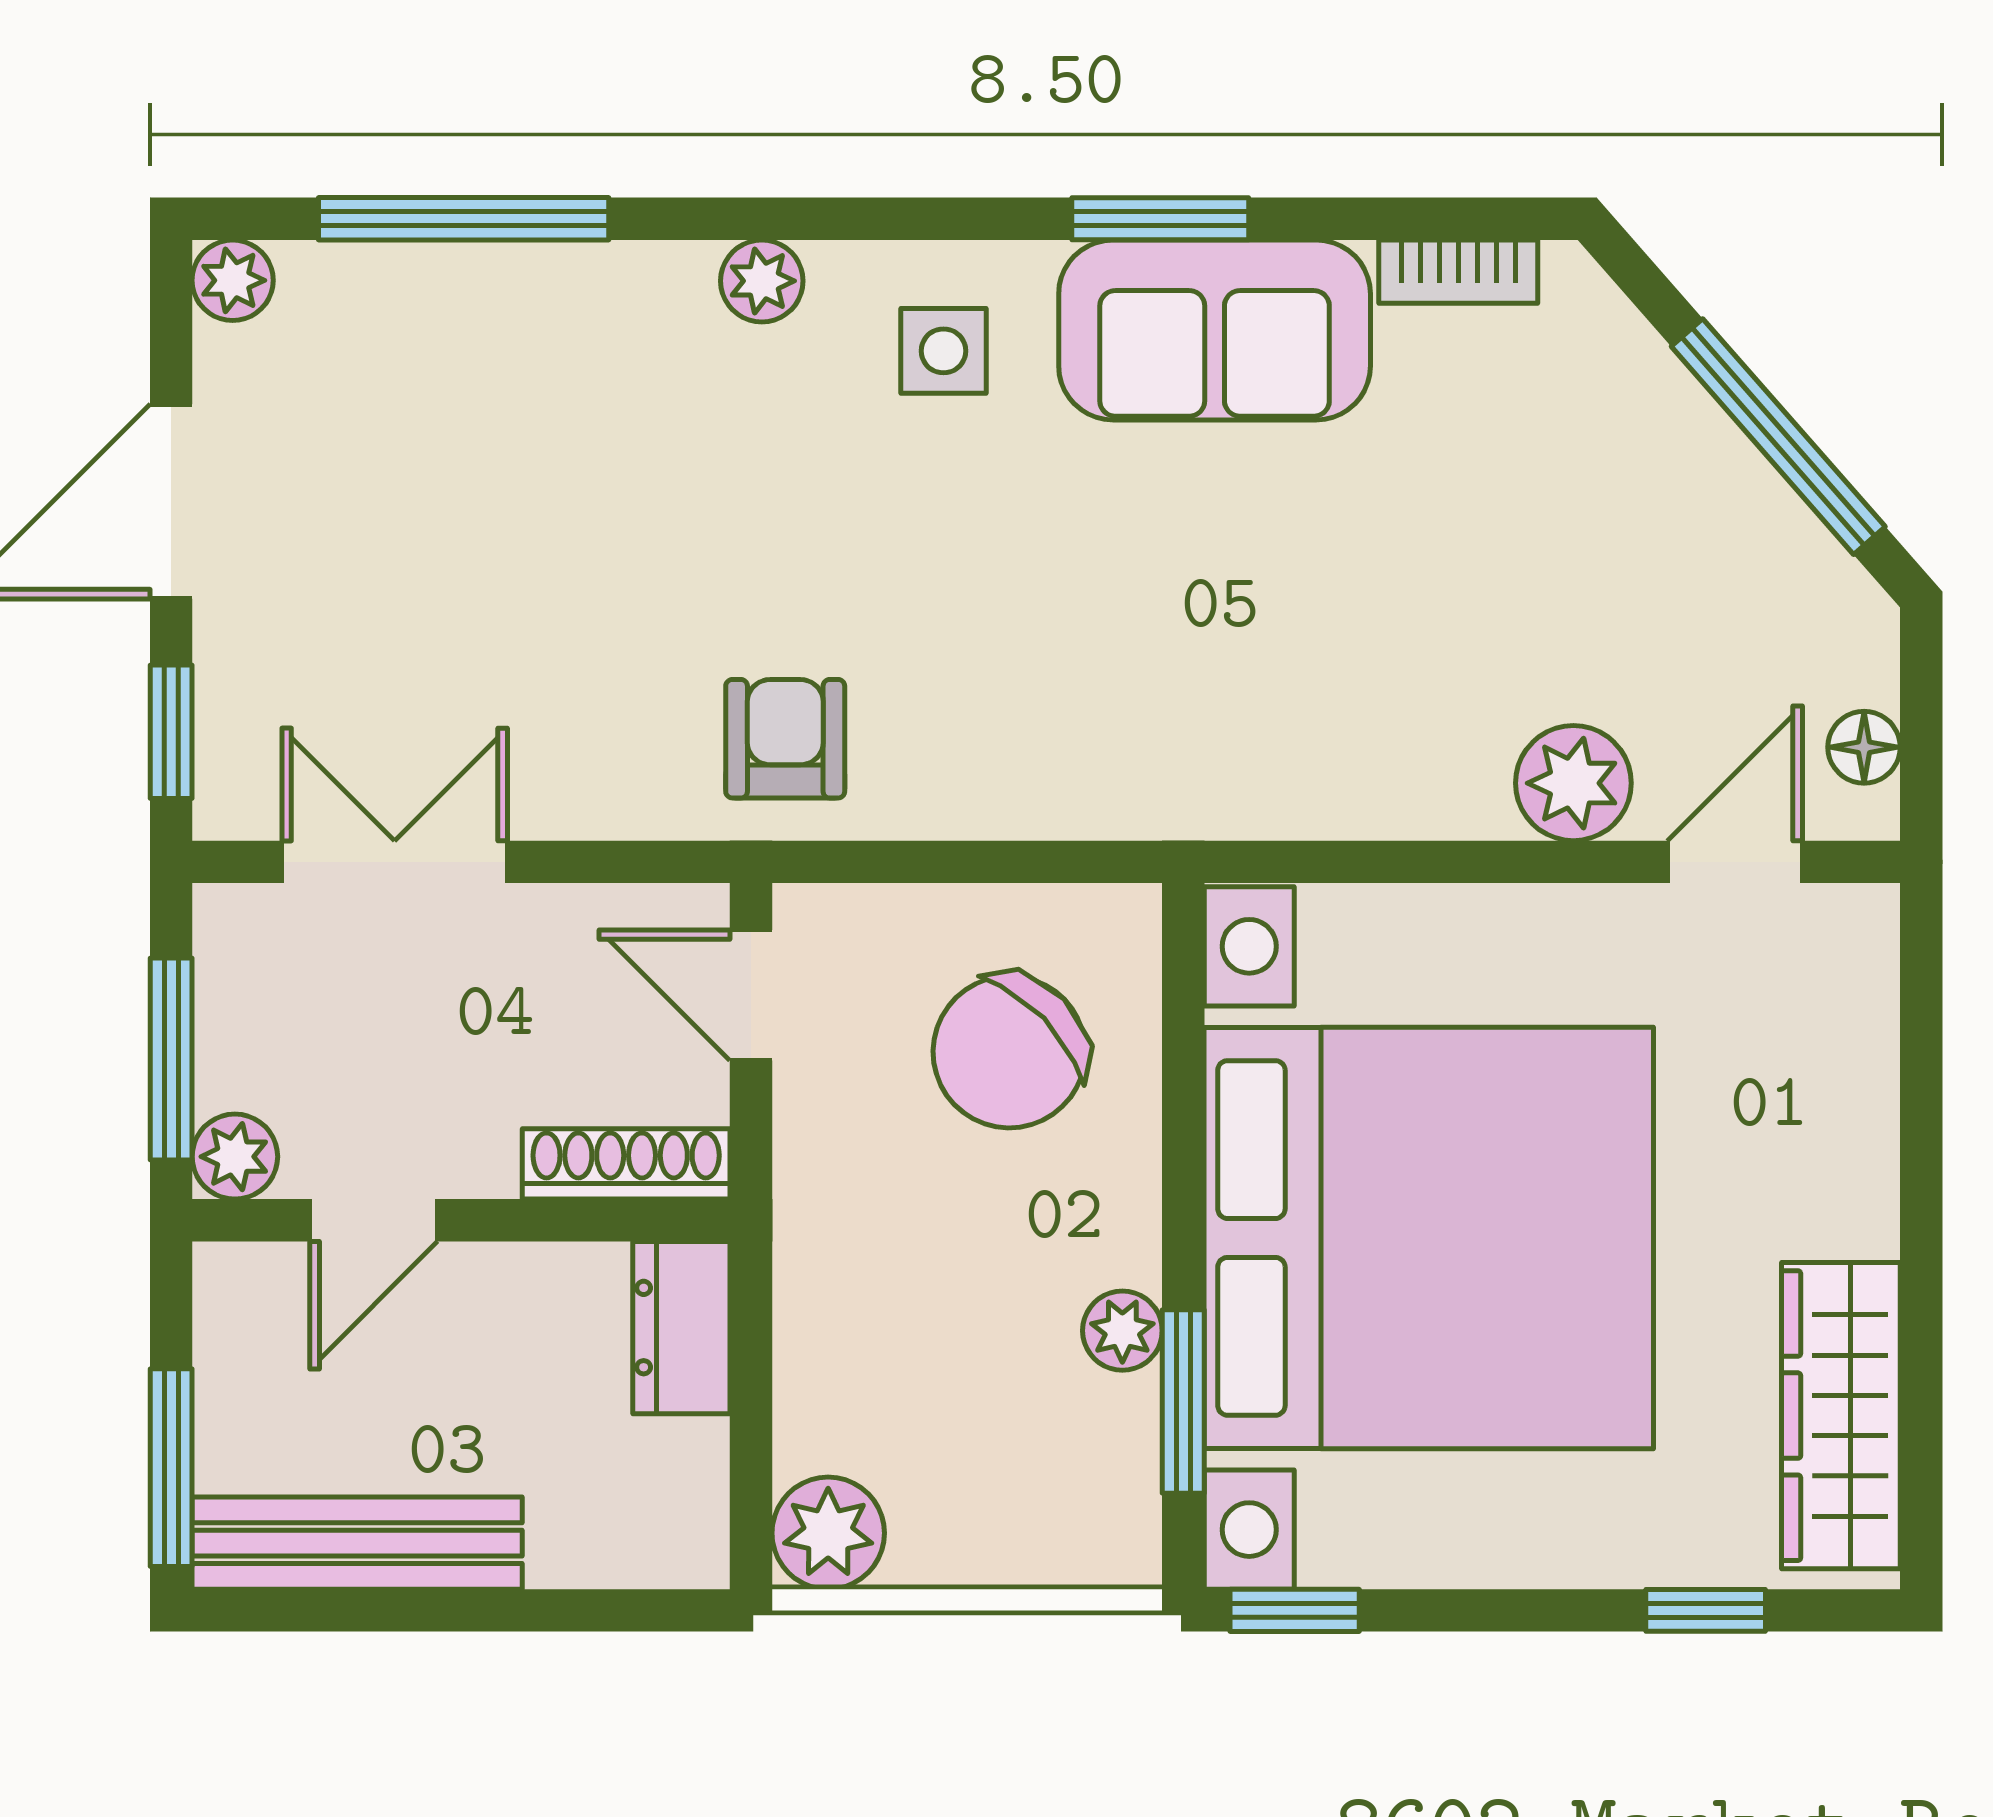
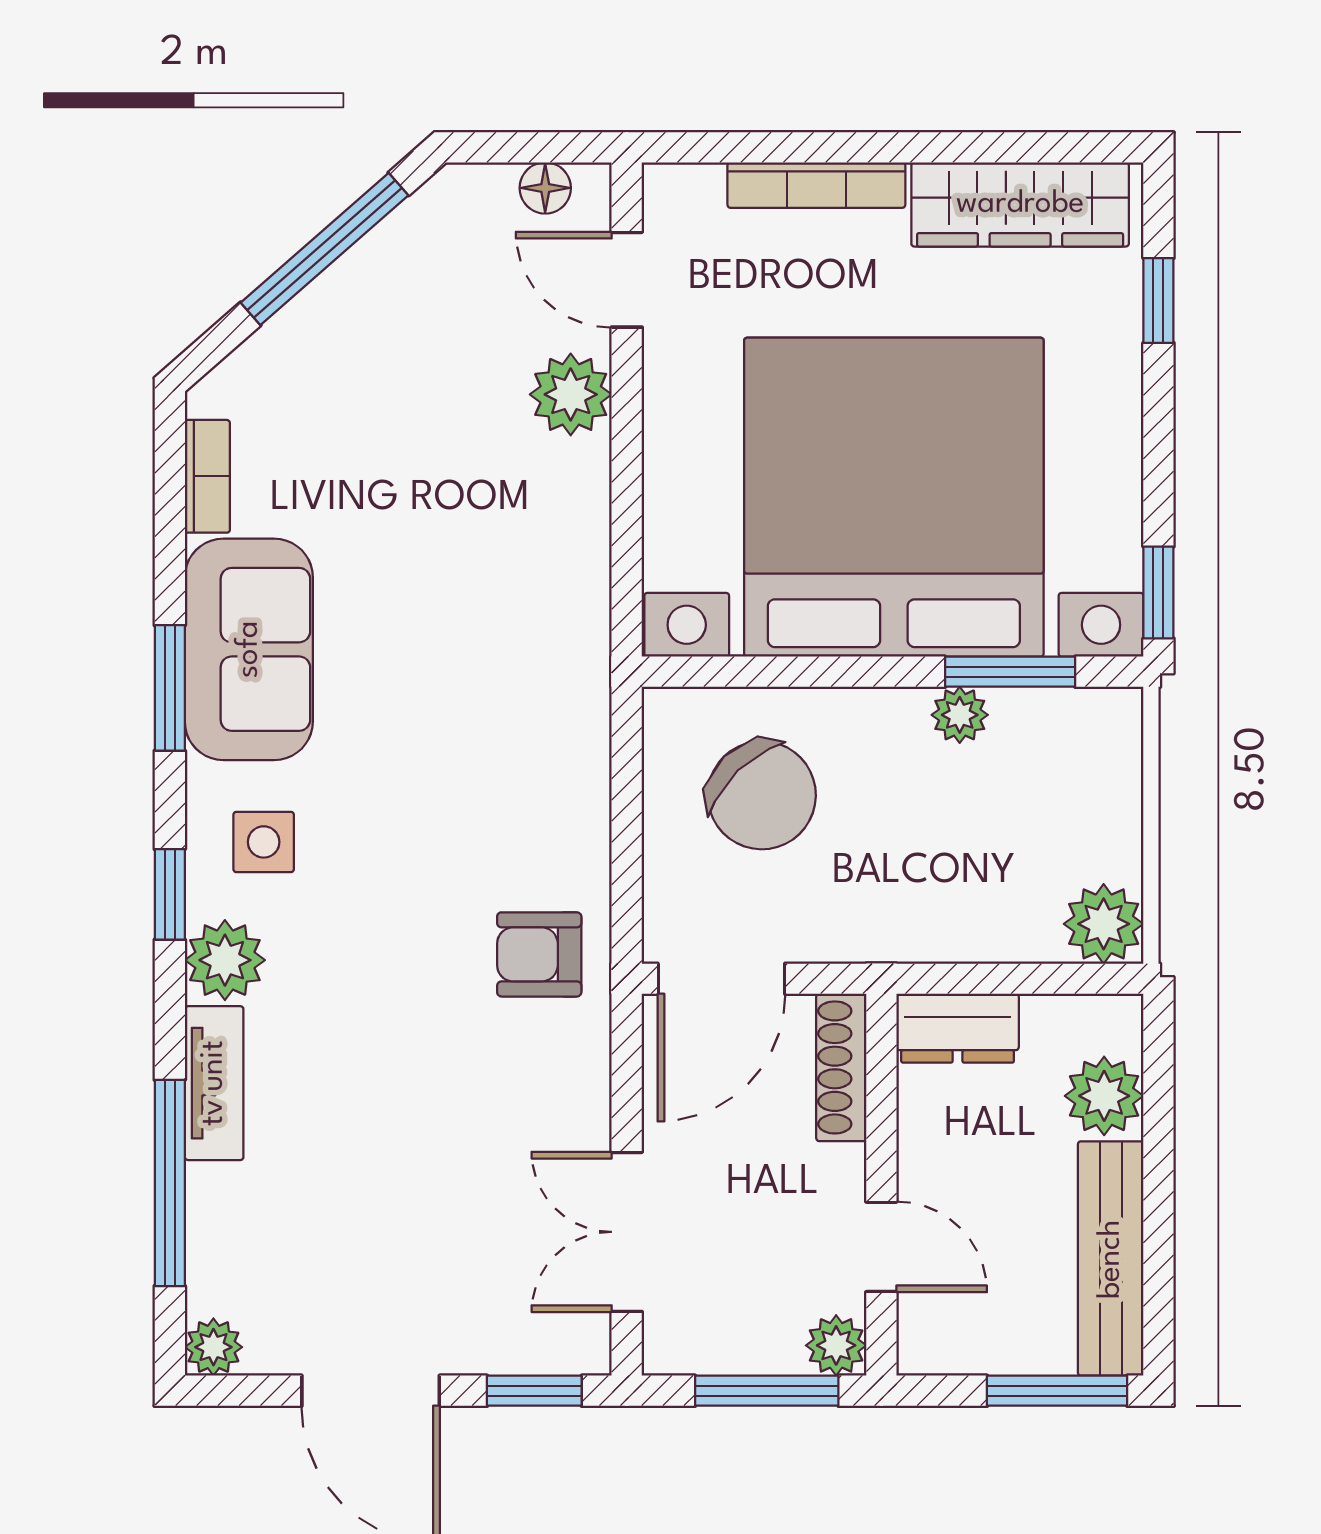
window: (870, 219) -> (170, 894), added
tv unit: (604, 281) -> (214, 1083), added
plant: (762, 281) -> (225, 960), width x1.38, depth x1.38
door: (751, 995) -> (721, 979), width x1.38
bookcase: (1868, 1129) -> (816, 185), added
plant: (586, 1534) -> (1104, 1096), added

